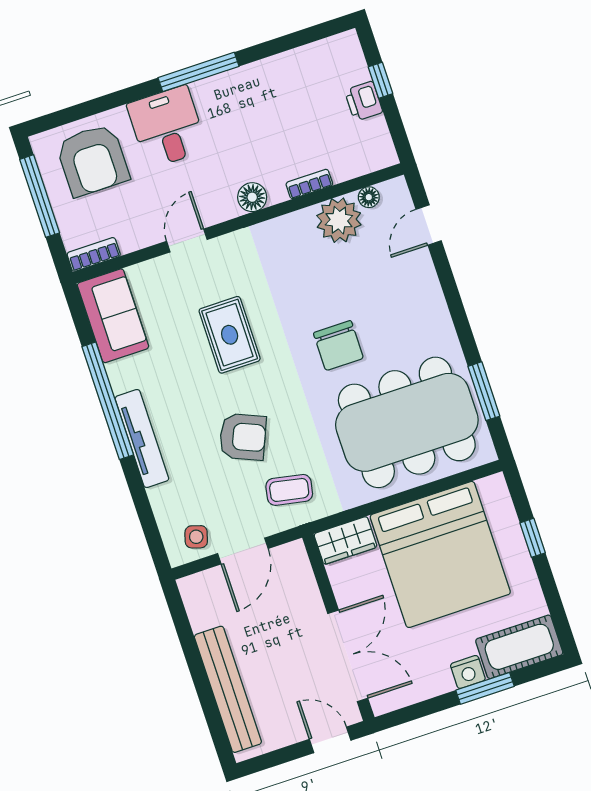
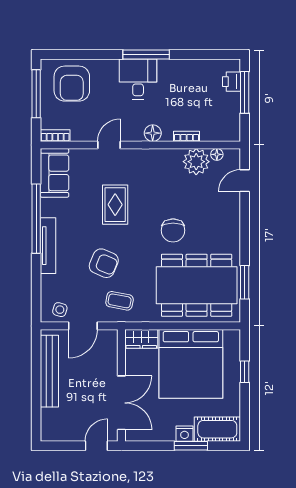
window: (380, 80) -> (245, 92), width x2.17
printer: (364, 101) -> (232, 82), moved
desk: (167, 127) -> (138, 79), moved
bench: (228, 689) -> (49, 371), moved
door: (330, 740) -> (96, 446), hinge flipped

